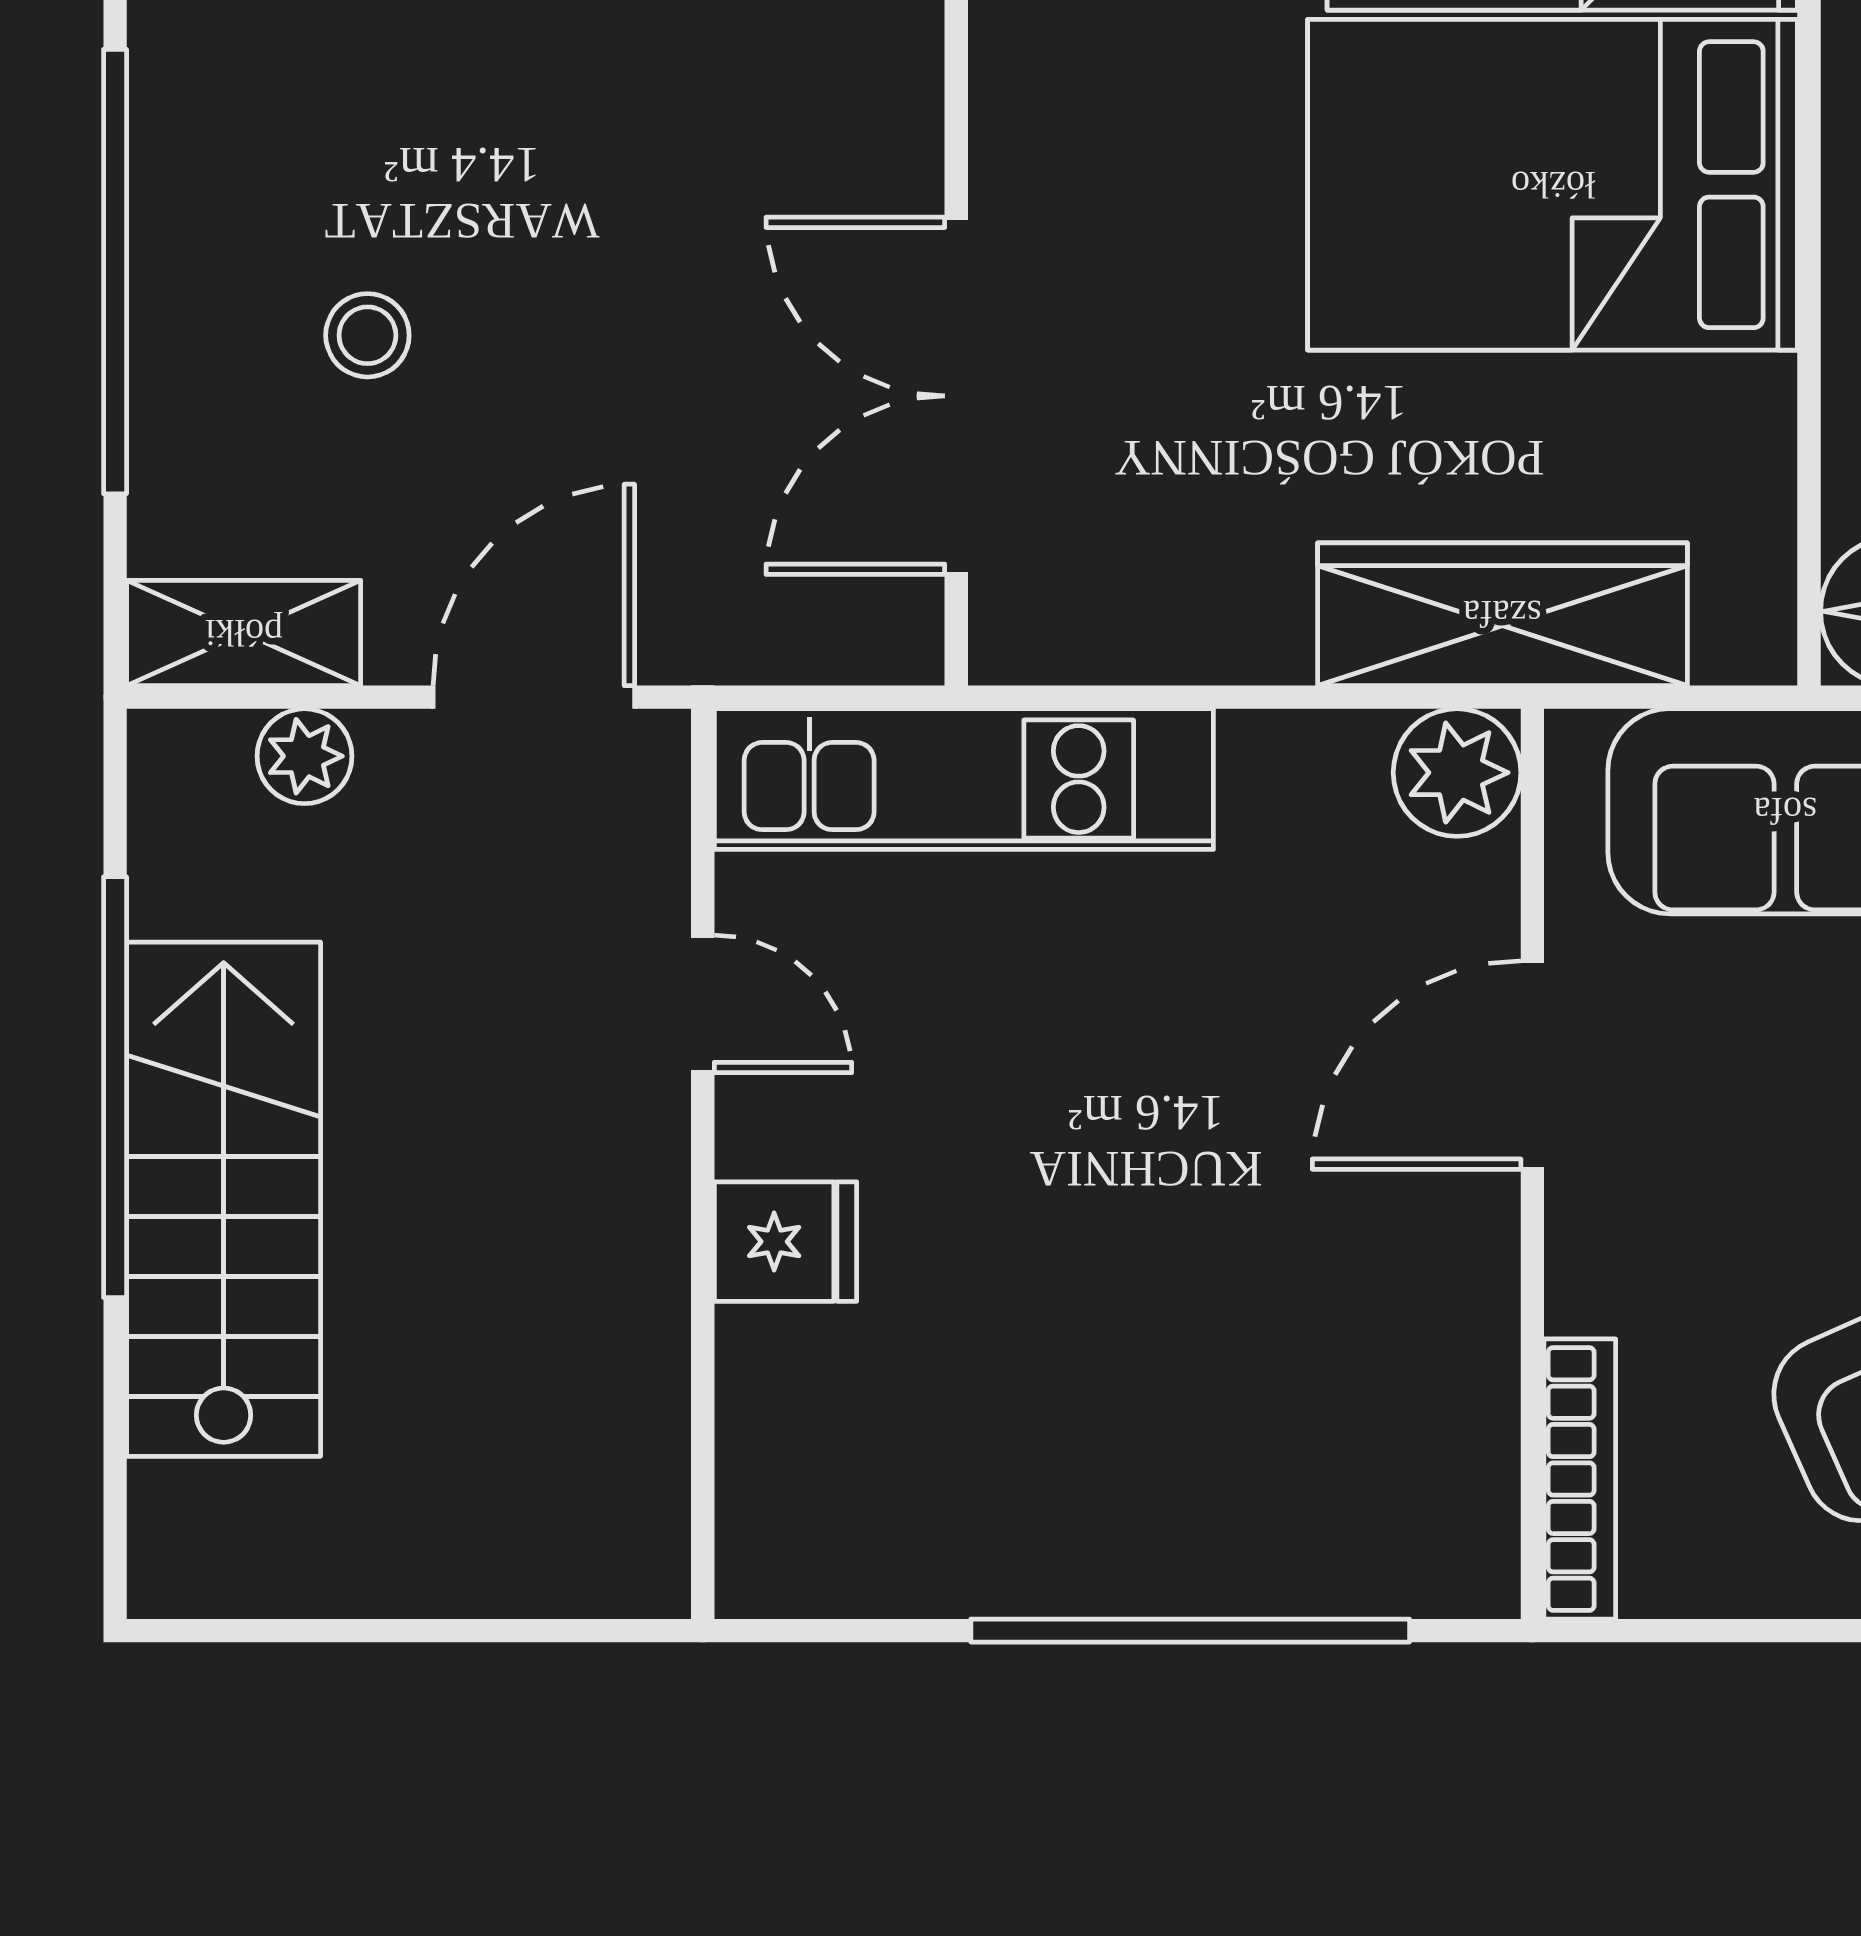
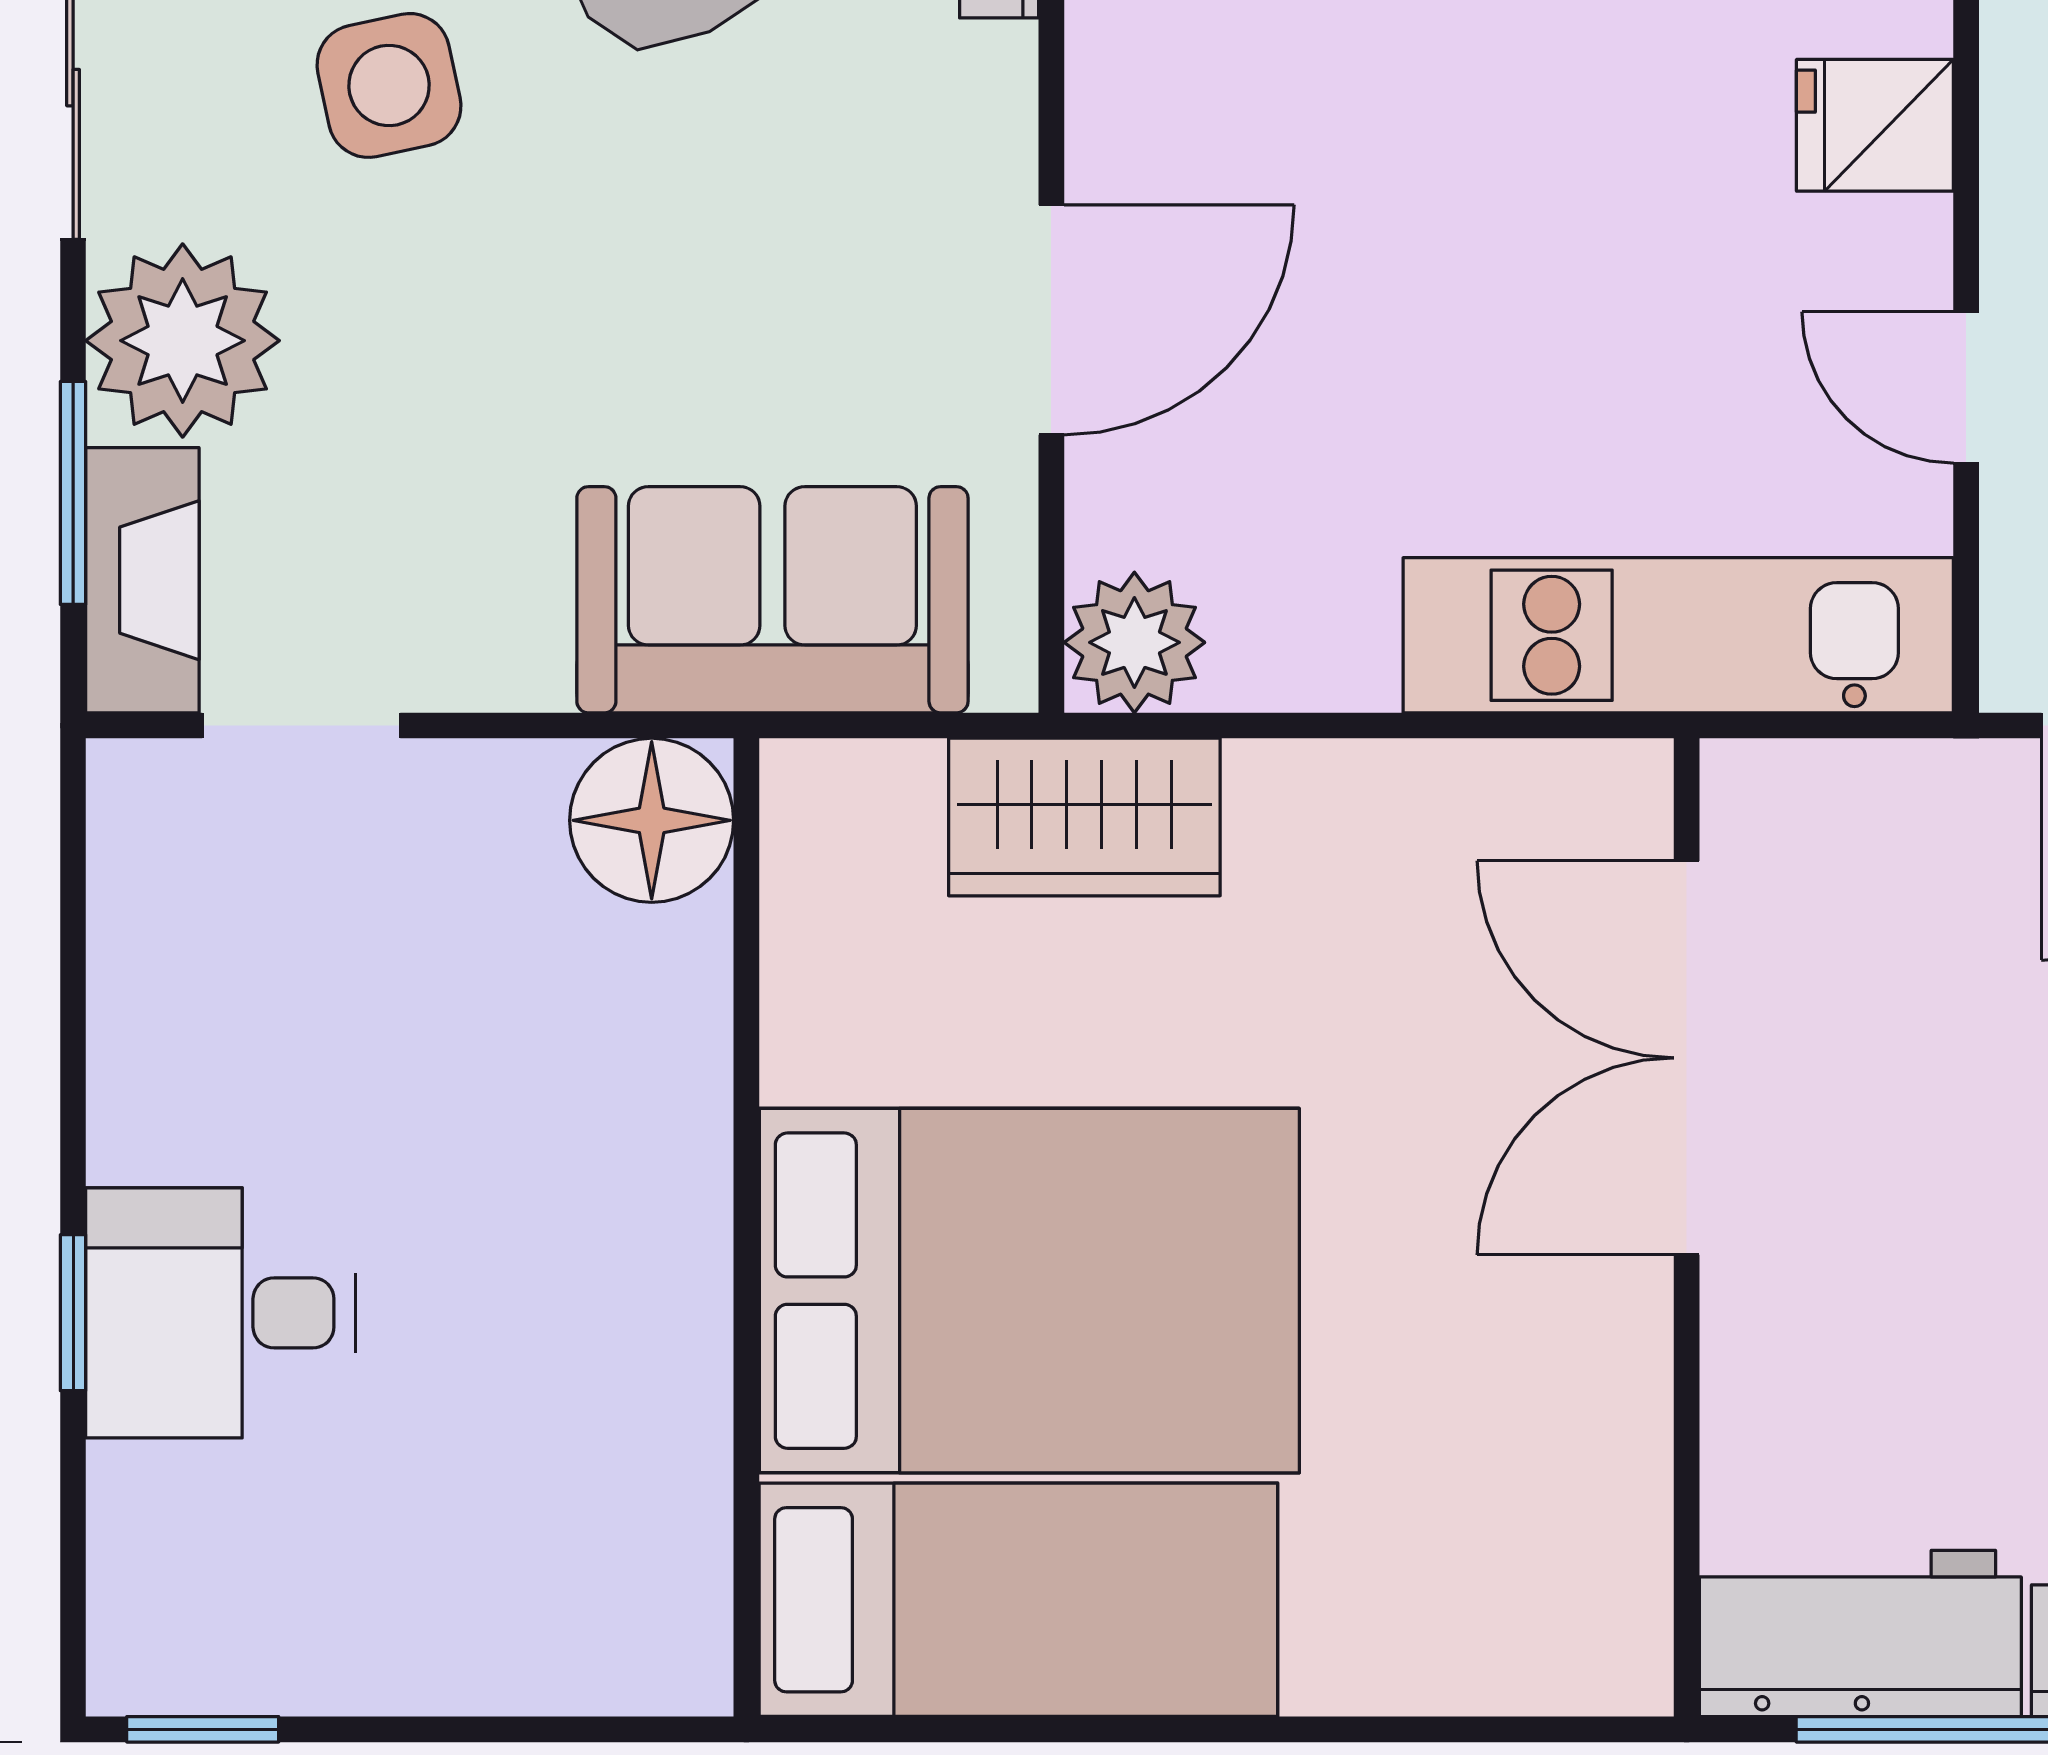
double door: (956, 396) -> (1687, 1058), swing flipped
wardrobe: (1502, 614) -> (1084, 817), width x0.67

